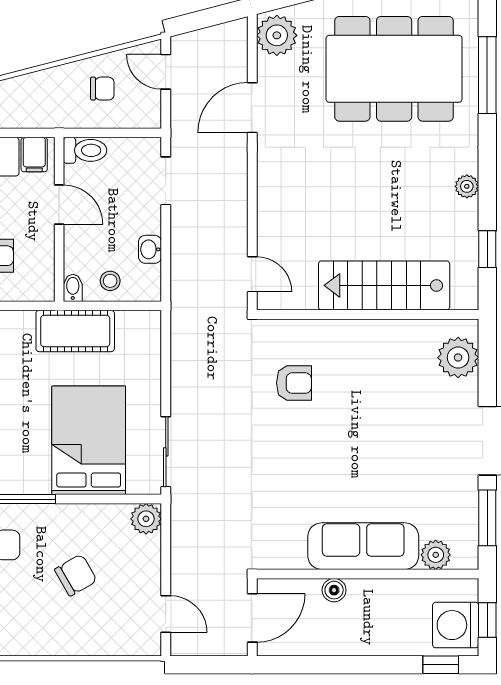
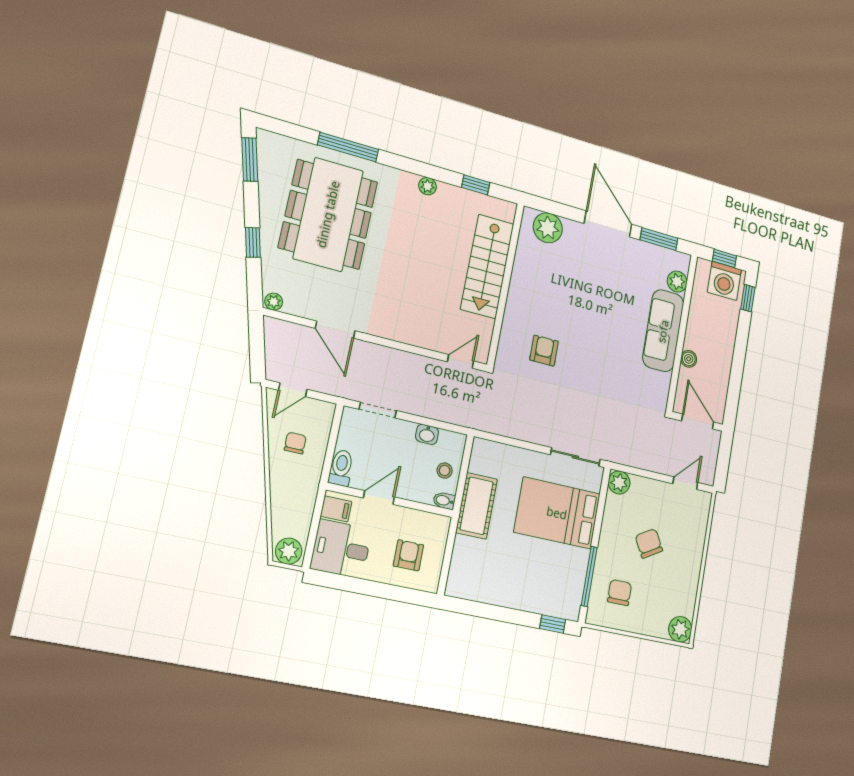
plant: (277, 35) -> (274, 302), width x0.53, depth x0.53

